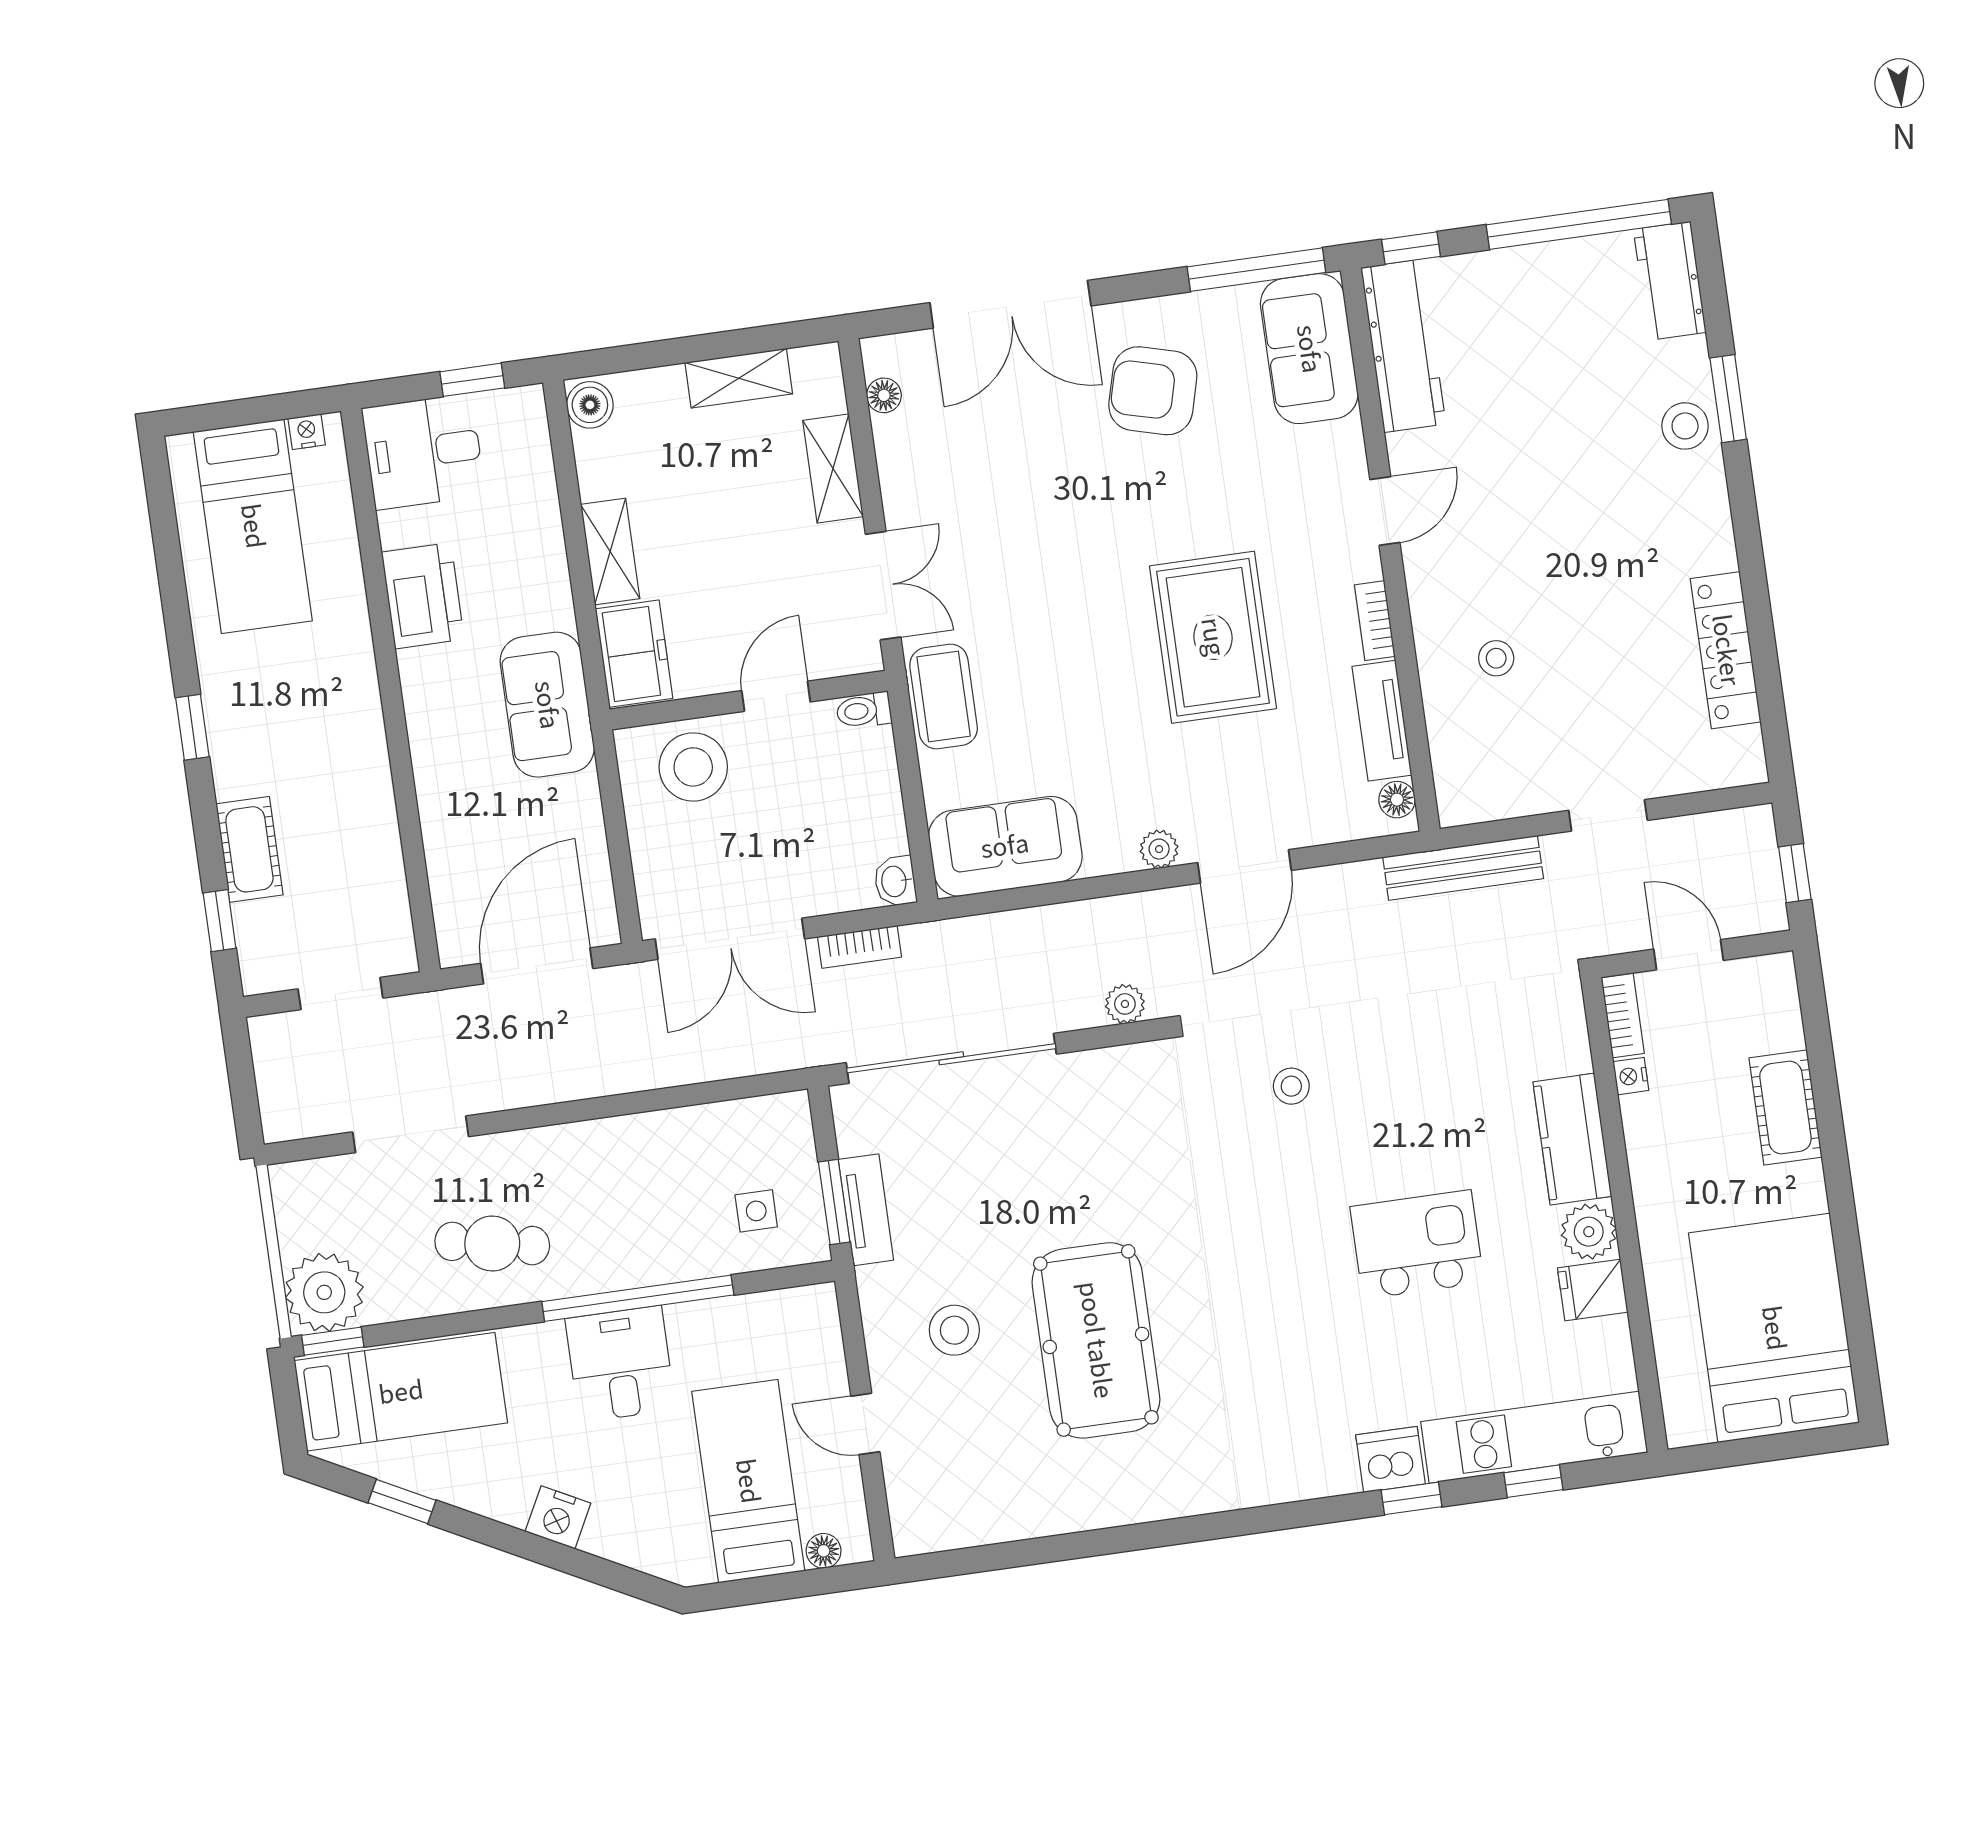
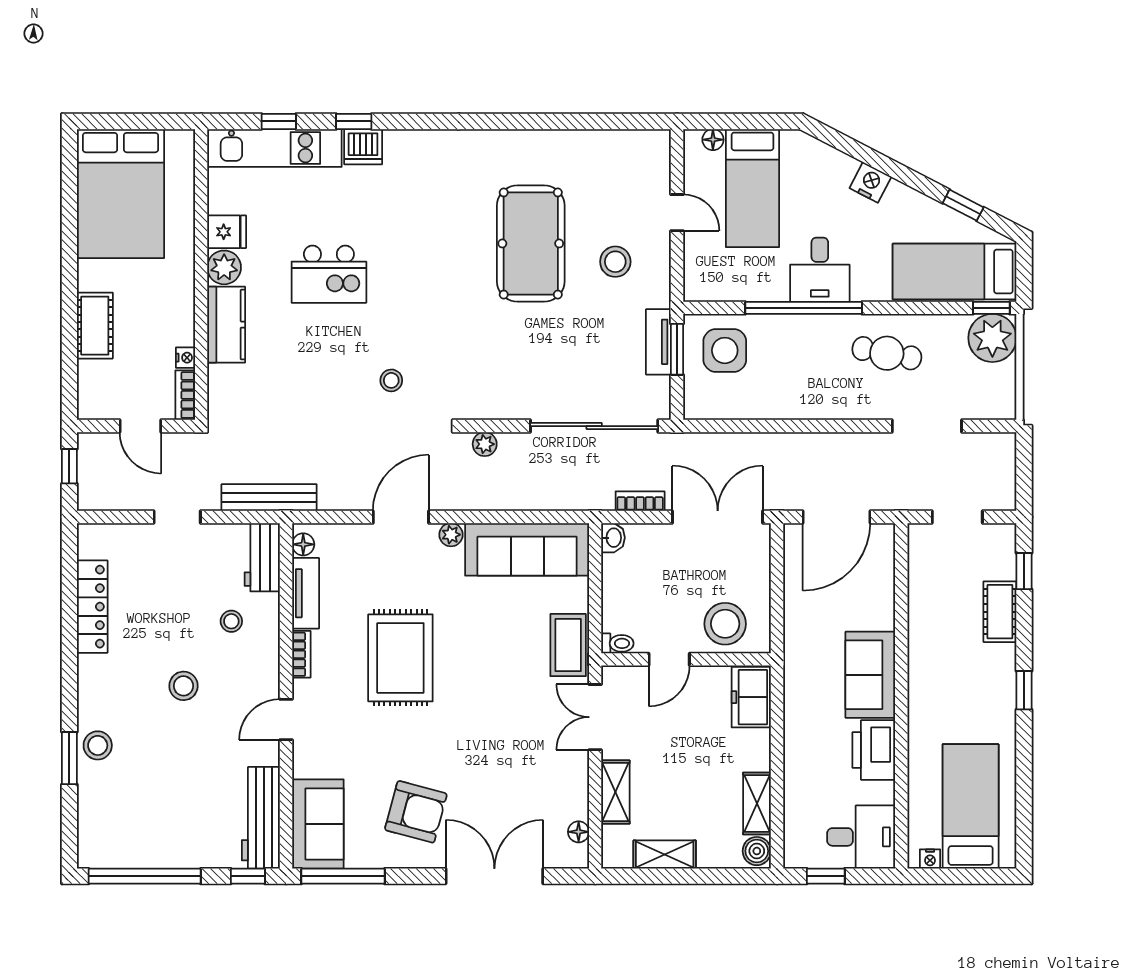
workbench: (1670, 281) -> (262, 557), moved, turned 180
stool: (1559, 542) -> (183, 686), added
shelving: (610, 551) -> (757, 803), moved
sofa: (547, 705) -> (870, 675), moved, turned 180
sofa: (1005, 846) -> (527, 549), width x1.36
side table: (756, 1211) -> (725, 350), width x1.87, depth x1.87

